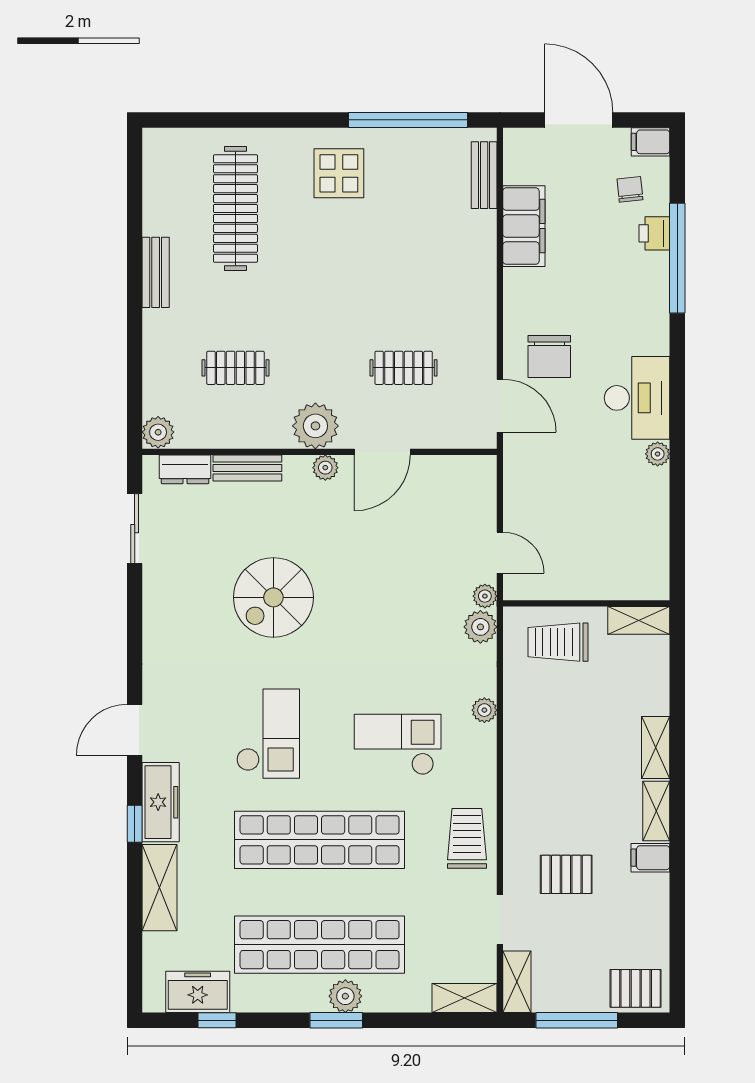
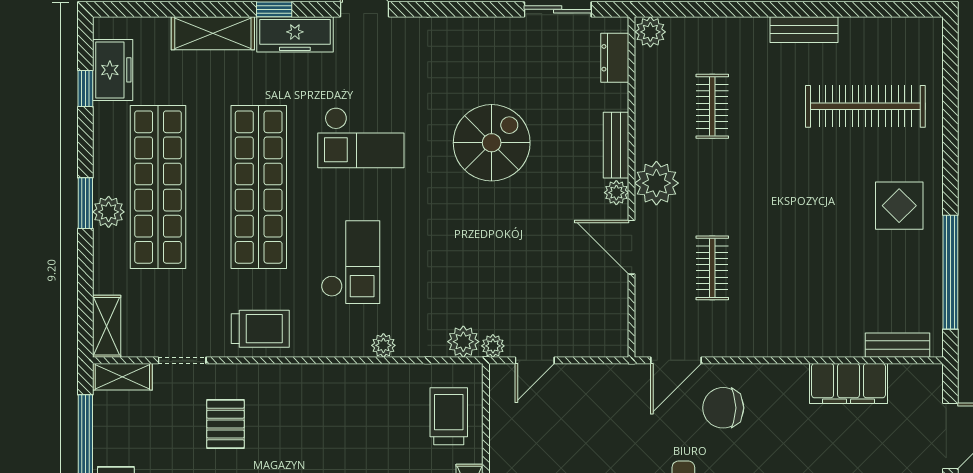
bench: (247, 468) -> (616, 145), moved
spiral stairs: (273, 597) -> (492, 143), turned 90

